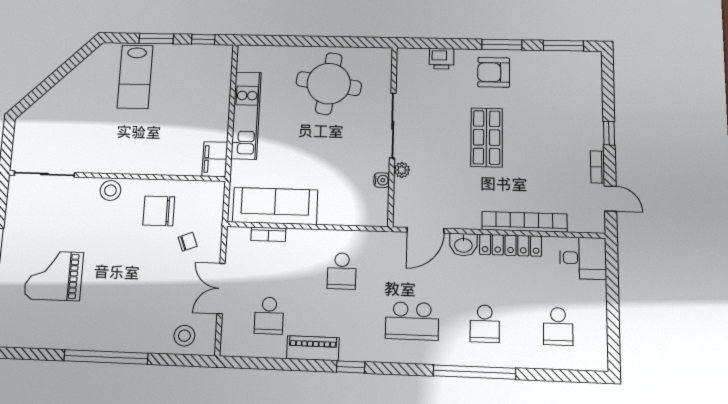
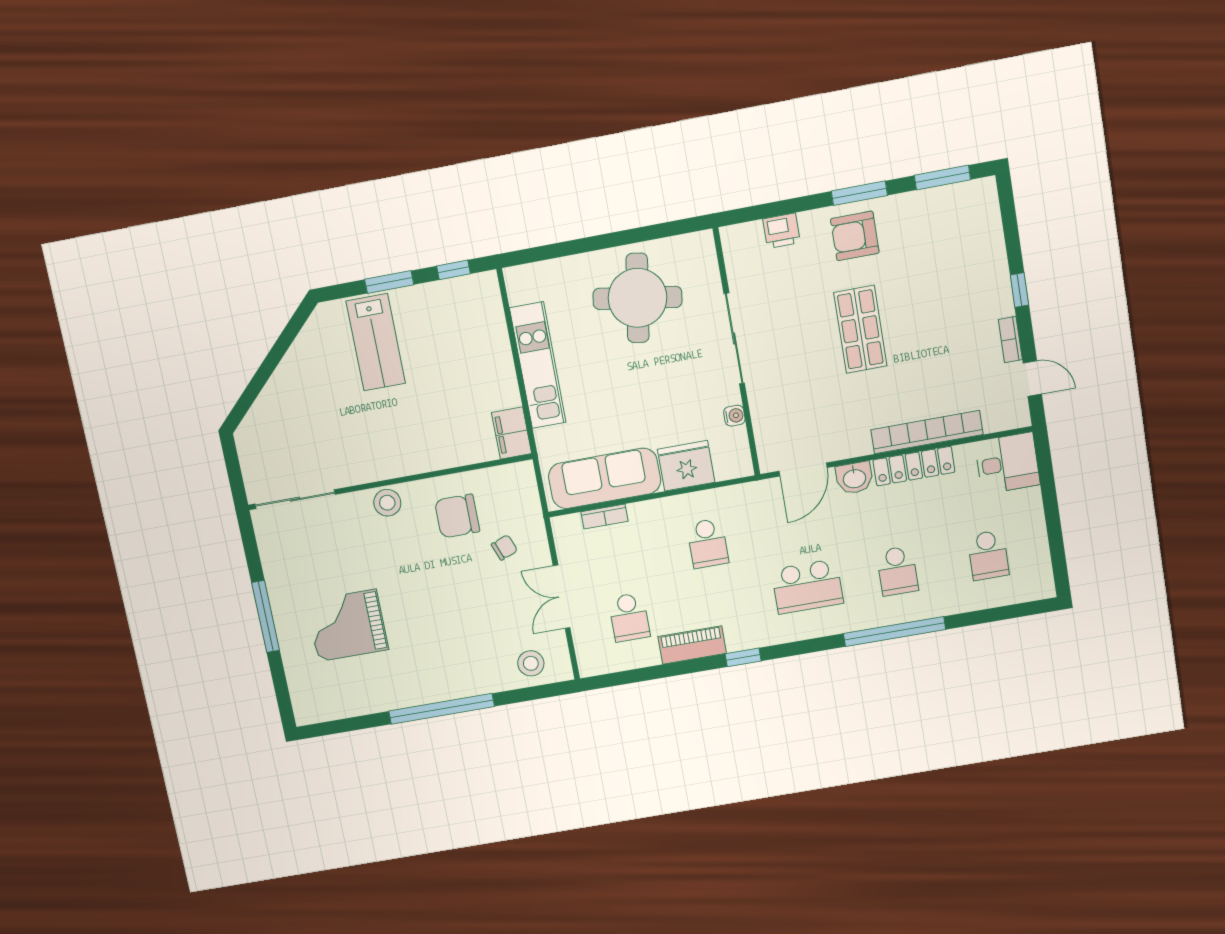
plant: (402, 170) -> (758, 397), removed
fridge: (338, 209) -> (686, 466), added

